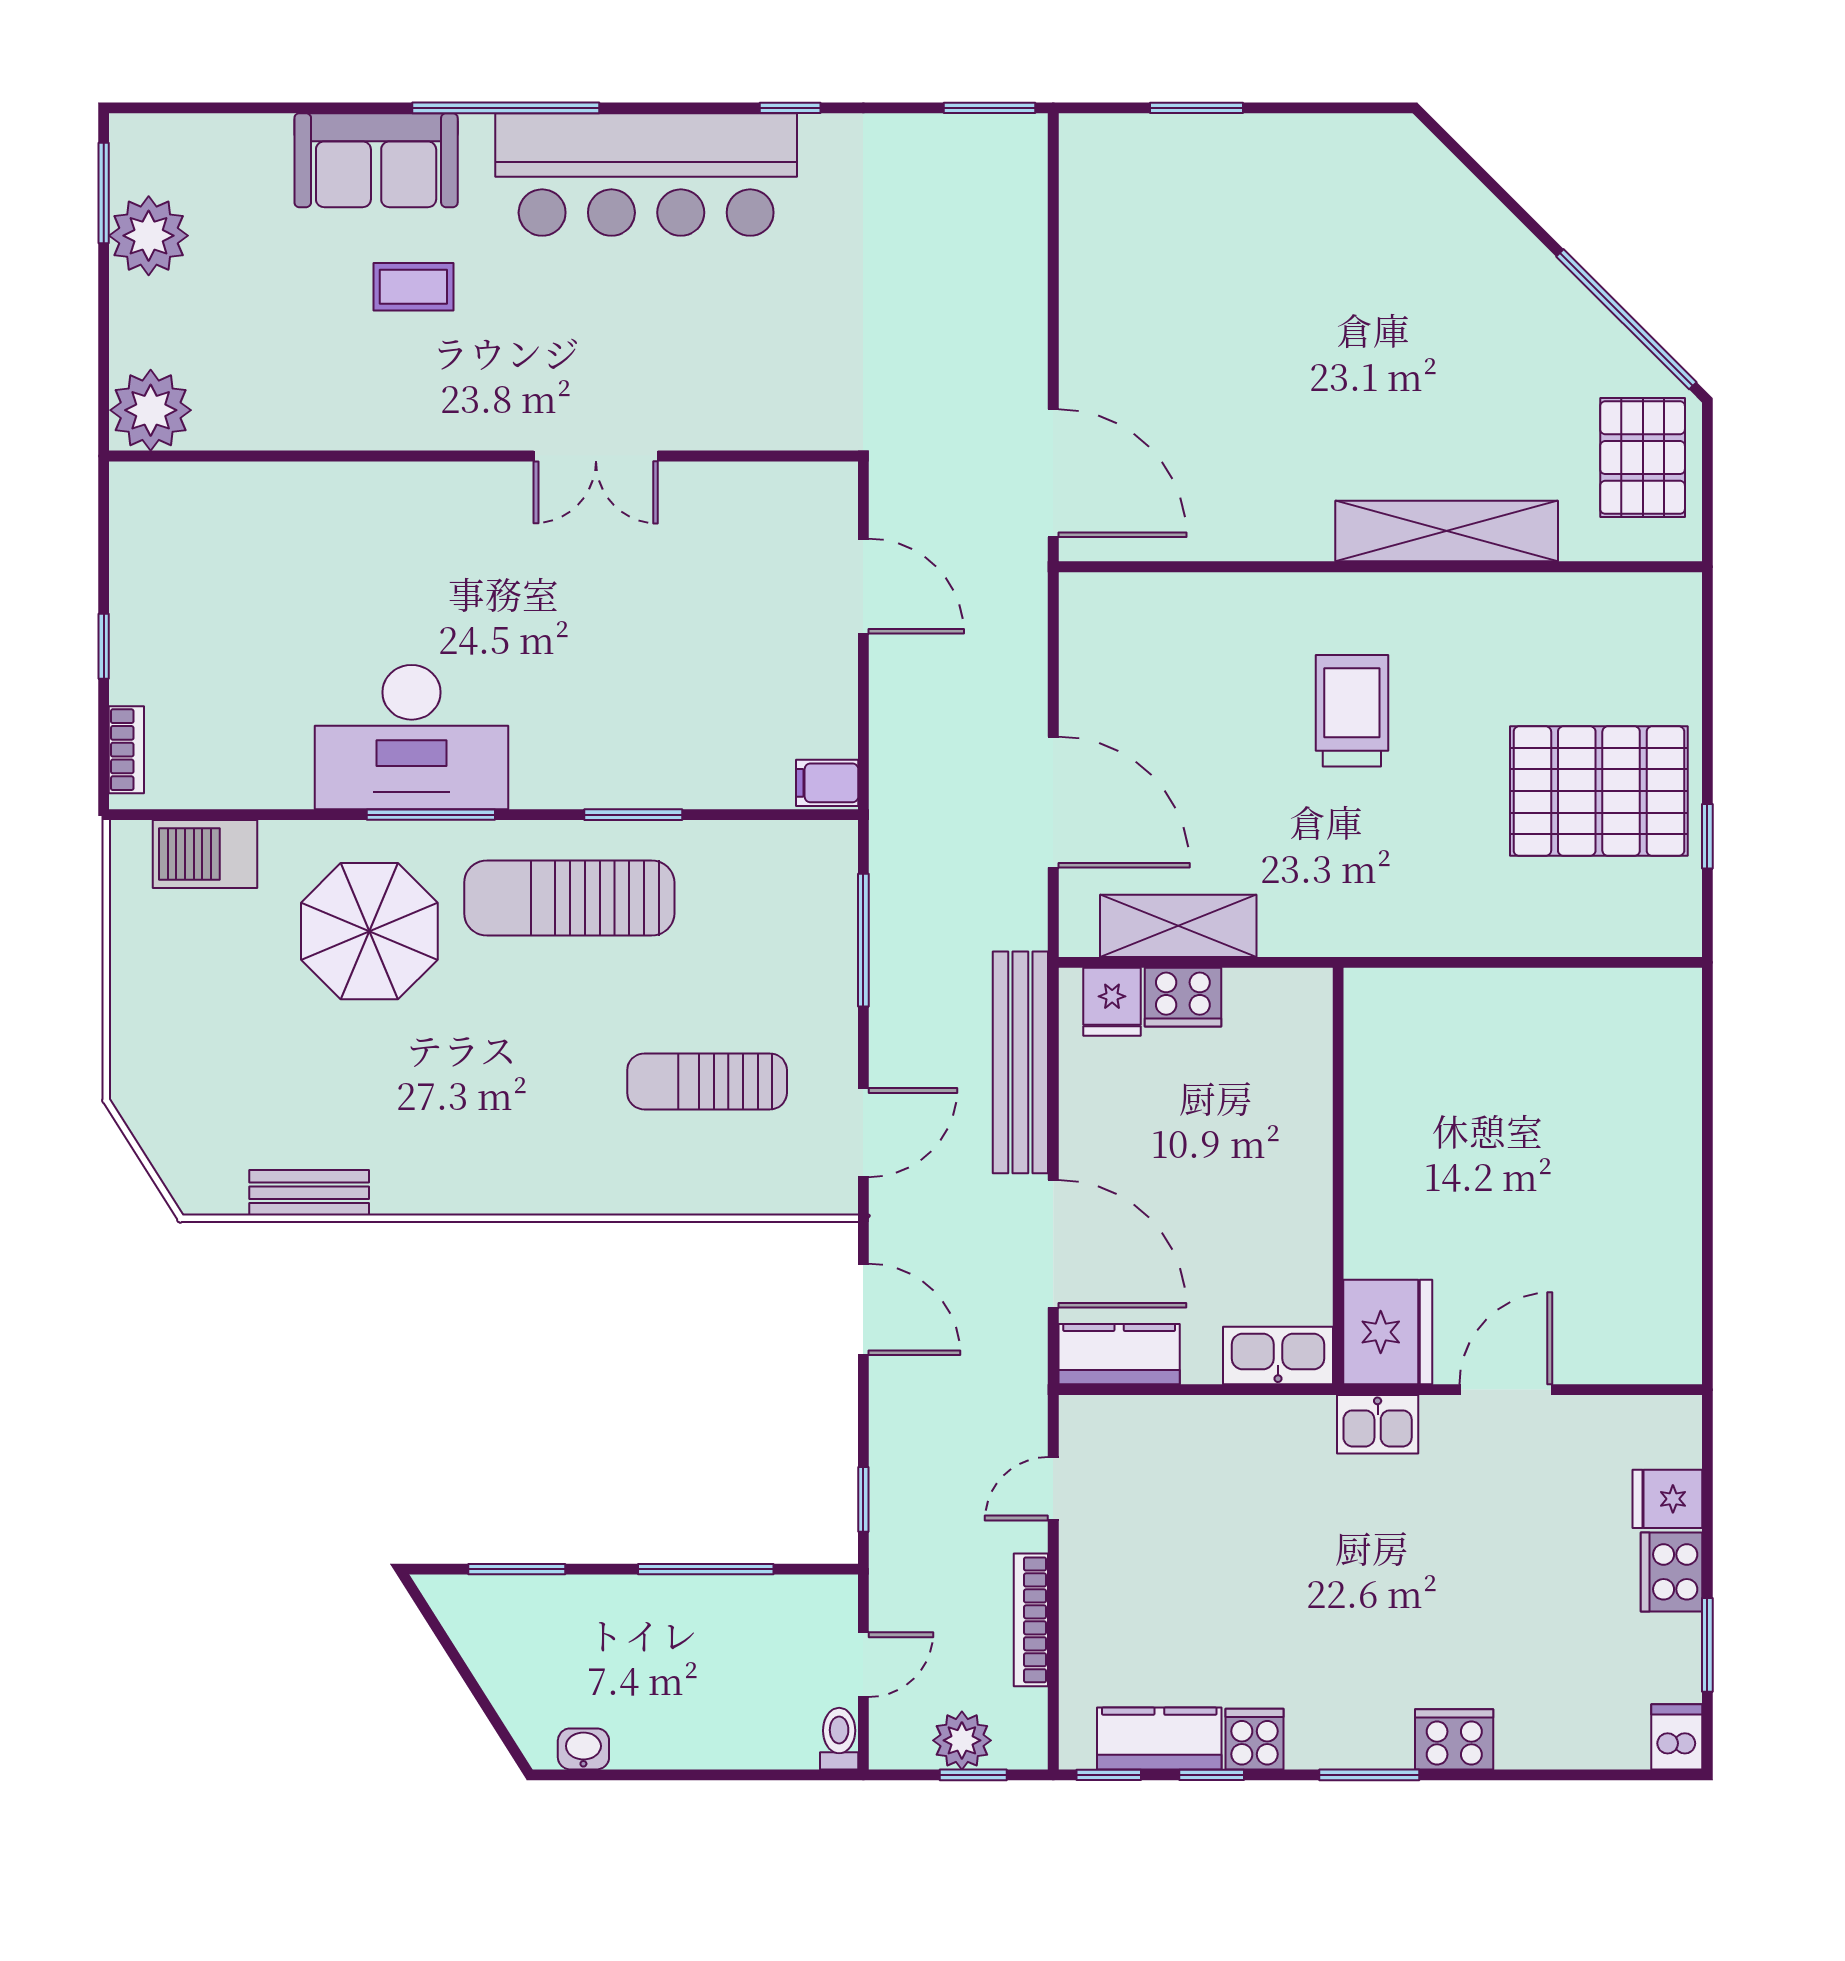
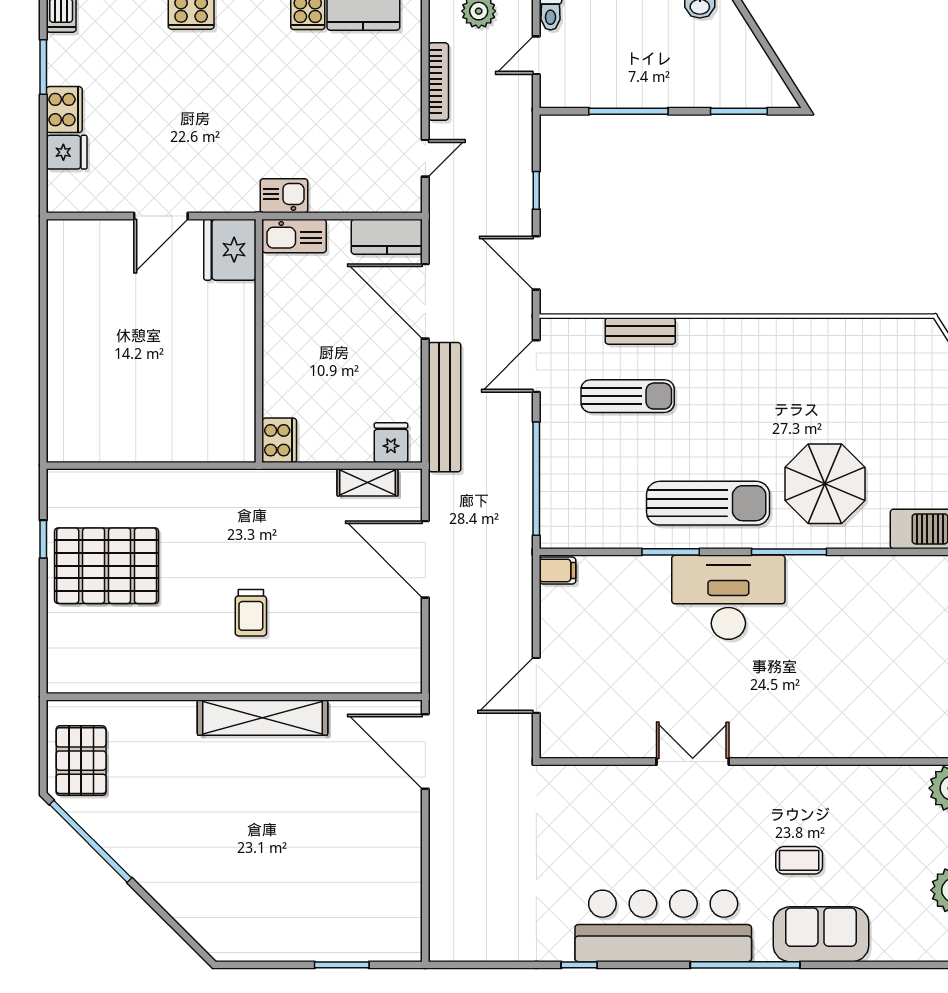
window: (990, 108) -> (463, 965), removed
shelving: (1447, 531) -> (263, 718), moved
door: (863, 586) -> (536, 685), hinge flipped
trolley: (1352, 711) -> (251, 613), width x0.73, depth x0.72
desk: (412, 737) -> (728, 597), moved
shelving: (1178, 926) -> (368, 482), width x0.67, depth x0.75
window: (863, 940) -> (536, 479), width x1.46
cooker: (1183, 997) -> (279, 440), moved, turned 90
bench: (309, 1193) -> (640, 331), moved
kitchen sink: (1378, 1424) -> (284, 196), moved
window: (863, 1499) -> (536, 190), moved

